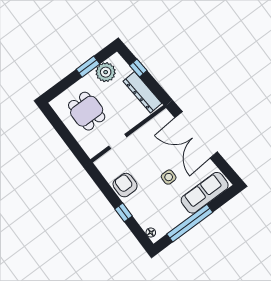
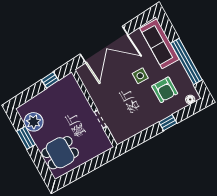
window: (138, 68) -> (50, 80), moved
dresser: (142, 92) -> (57, 90), removed
dining table: (87, 111) -> (60, 153), moved
armchair: (125, 185) -> (165, 90), moved, turned -90

